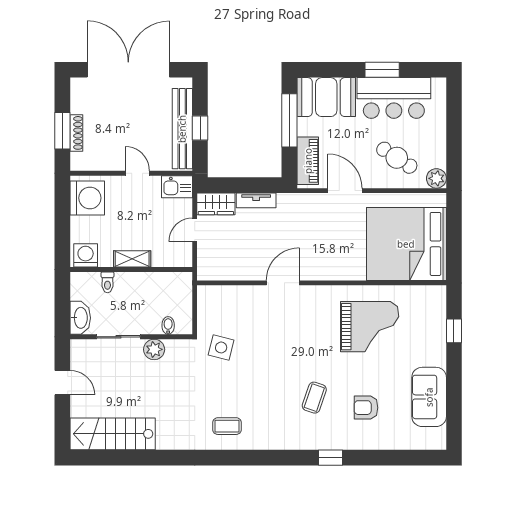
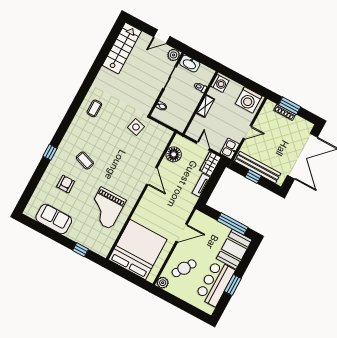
piano: (308, 161) -> (207, 222), removed
floor lamp: (232, 267) -> (174, 154), added
plant: (154, 349) -> (174, 55), moved

